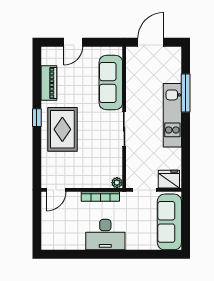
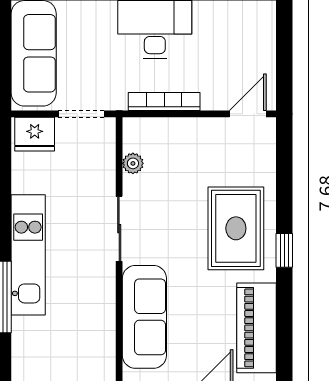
piano: (49, 83) -> (257, 328), width x1.37, depth x1.33
plant: (117, 183) -> (133, 163), moved

